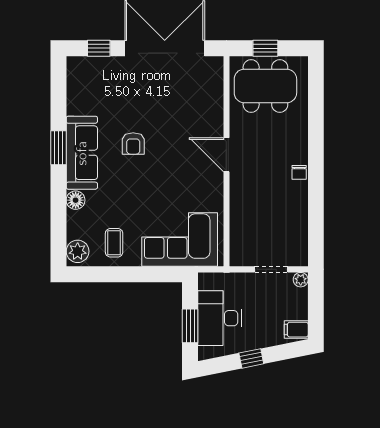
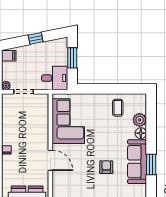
corner sofa: (180, 240) -> (68, 121), moved, turned -90
plant: (78, 251) -> (140, 120), moved
desk: (219, 318) -> (55, 78), moved, width x0.73

